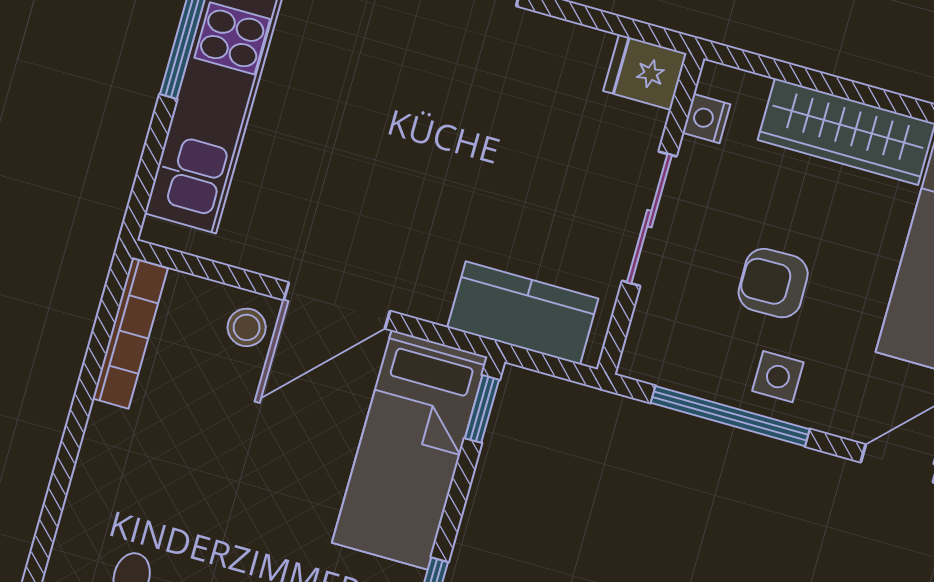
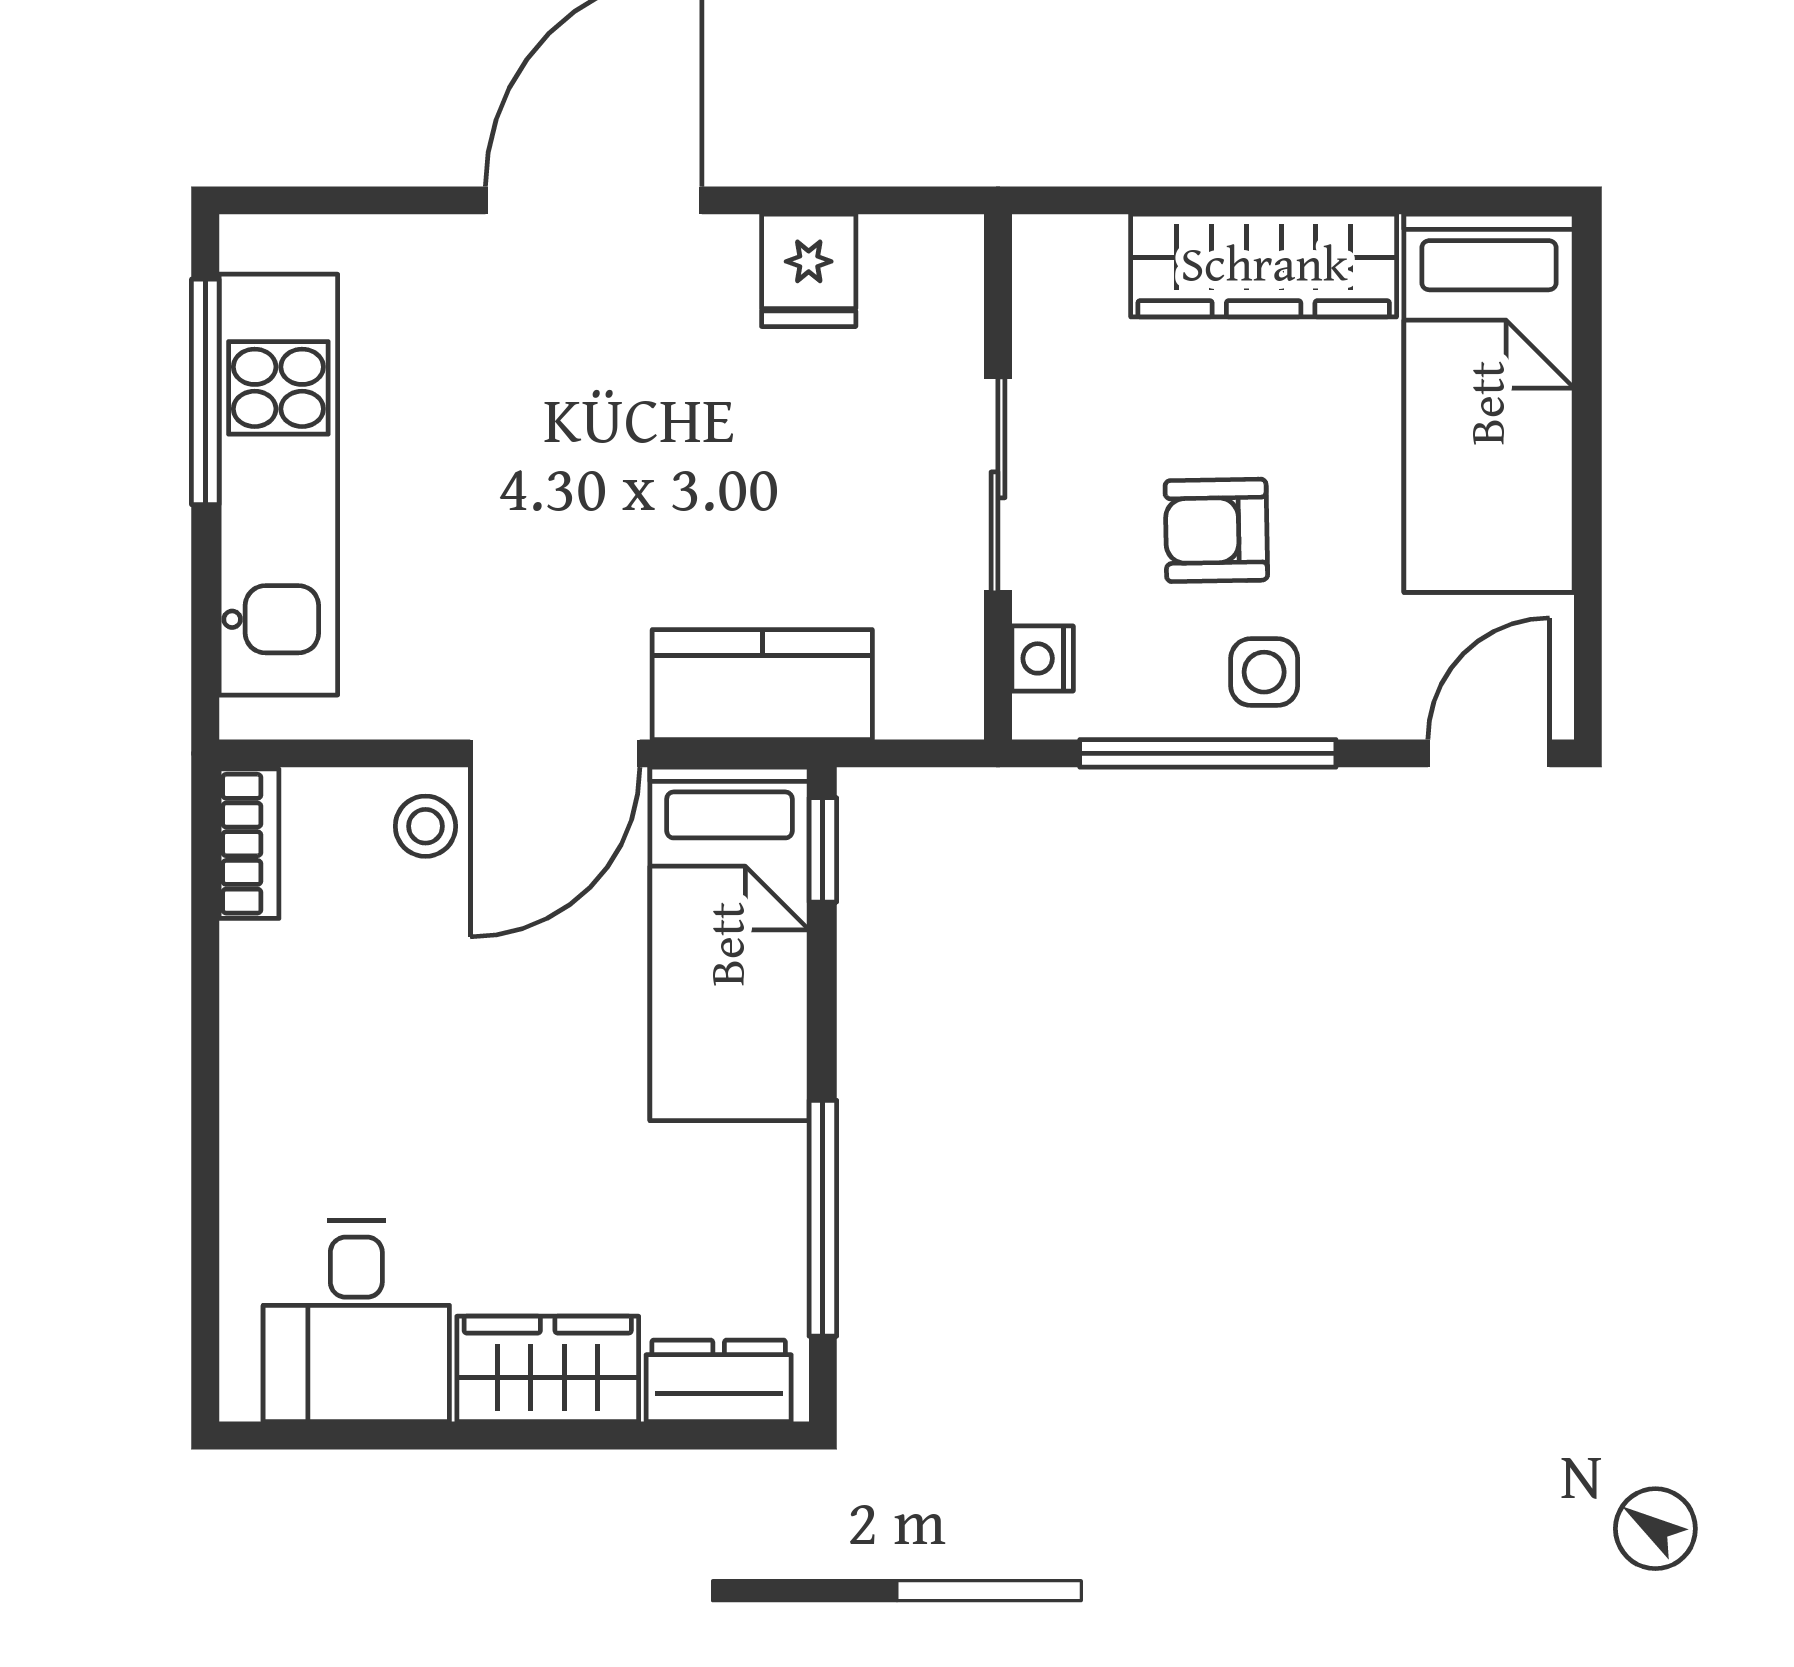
fridge: (645, 72) -> (809, 270), moved, turned -90
nightstand: (706, 119) -> (1043, 658), moved
kitchen counter: (523, 313) -> (762, 685), moved
bookcase: (130, 333) -> (249, 844), width x0.64

